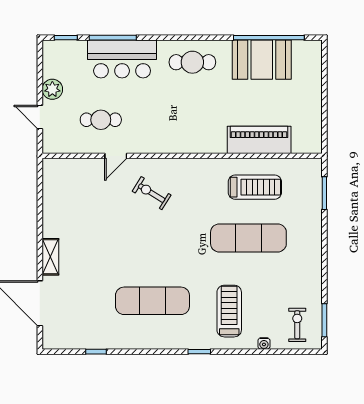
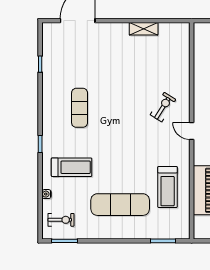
door: (116, 156) -> (192, 131), moved
exercise mat: (248, 238) -> (120, 205), moved, turned 90
shelving: (50, 257) -> (144, 29), moved
exercise mat: (152, 301) -> (80, 108), width x0.73, depth x0.69

